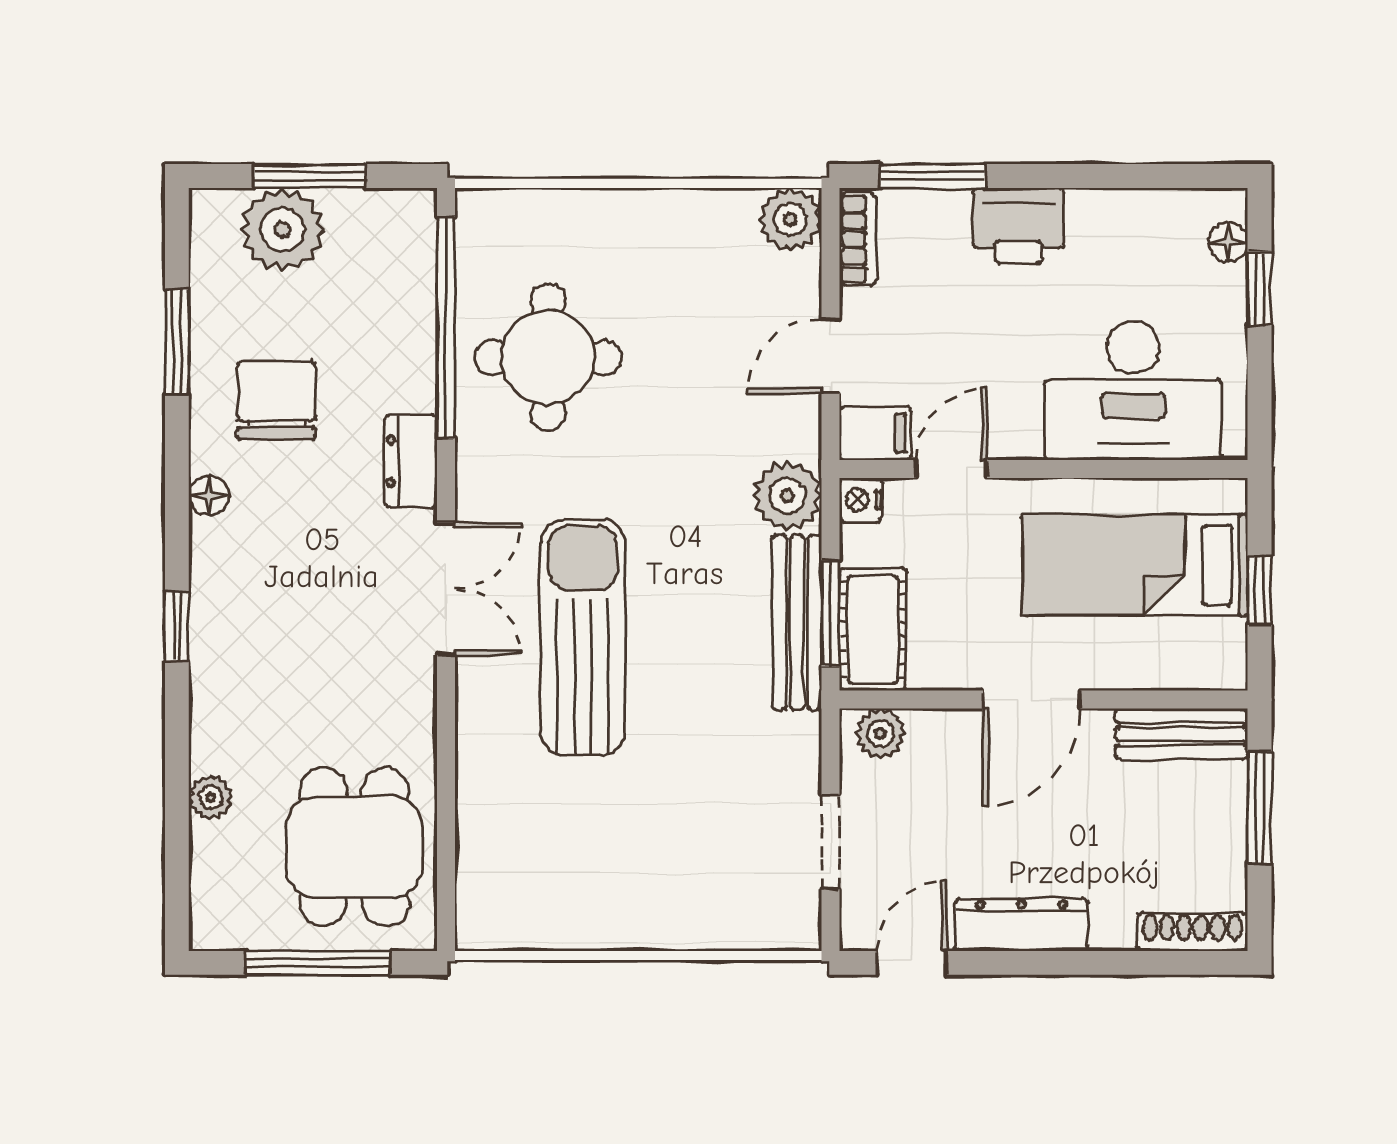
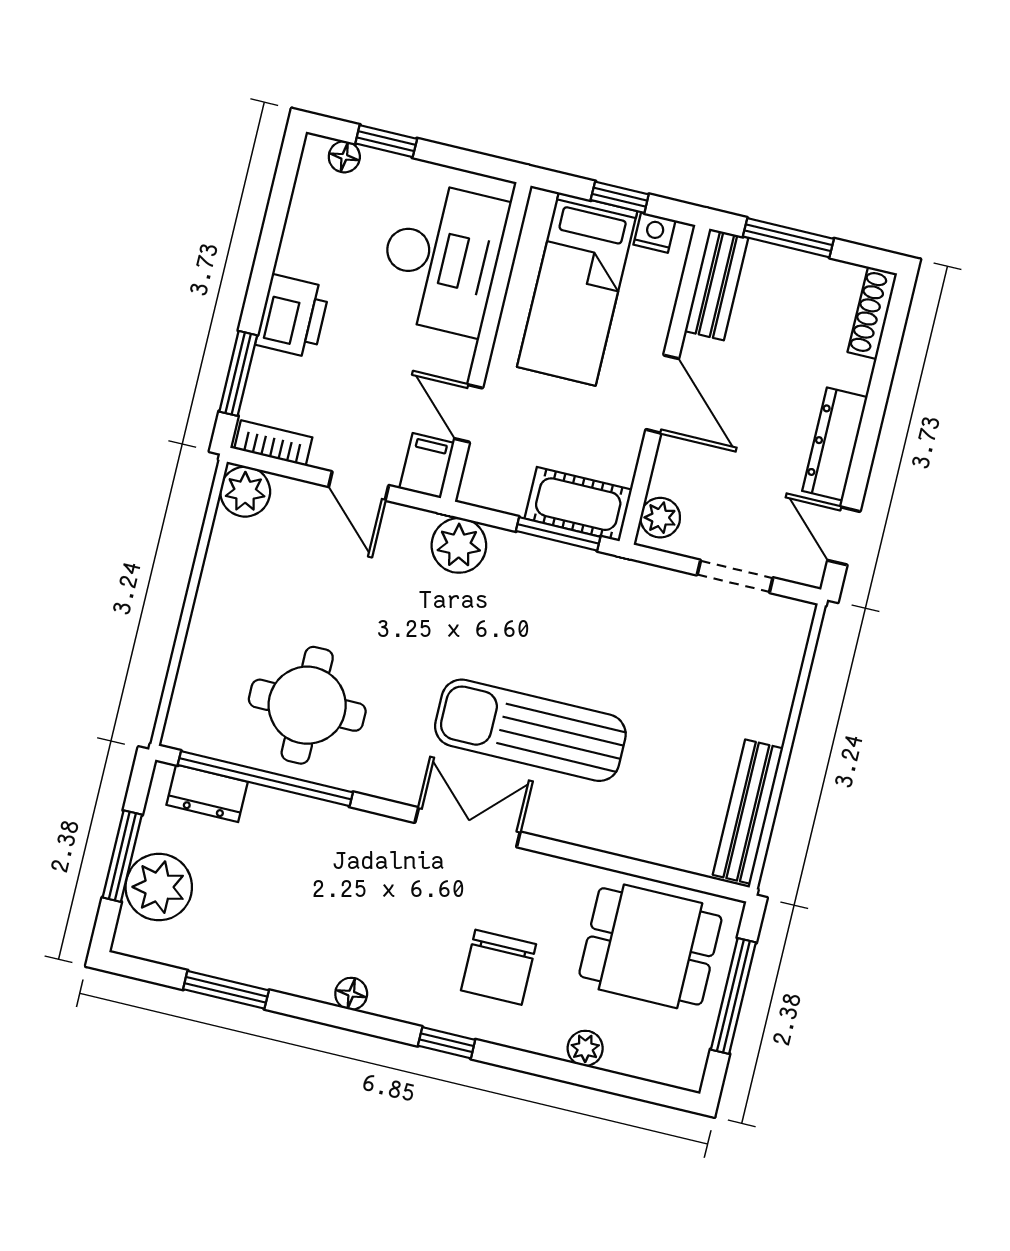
chair: (276, 400) -> (498, 967), moved, turned -90
dresser: (411, 461) -> (207, 793), moved
nightstand: (860, 500) -> (654, 232), moved, turned 180
bench: (797, 622) -> (748, 812), moved, turned 90

